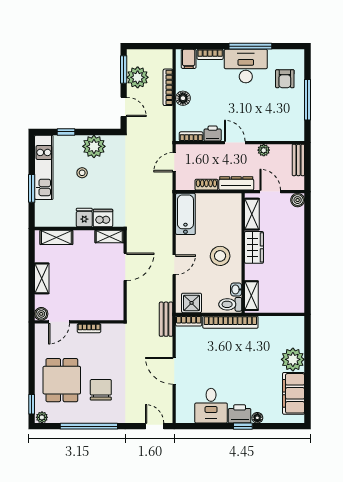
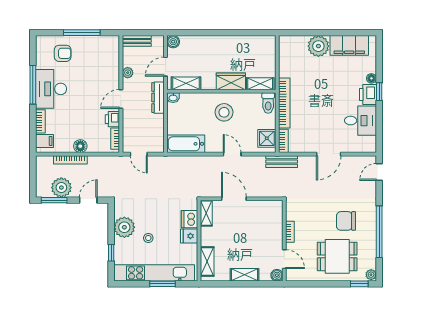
kitchen unit: (44, 167) -> (154, 273), width x1.36
shoe rack: (206, 185) -> (159, 125), removed
wardrobe: (254, 247) -> (231, 81), moved
washbasin: (236, 289) -> (173, 98), moved

